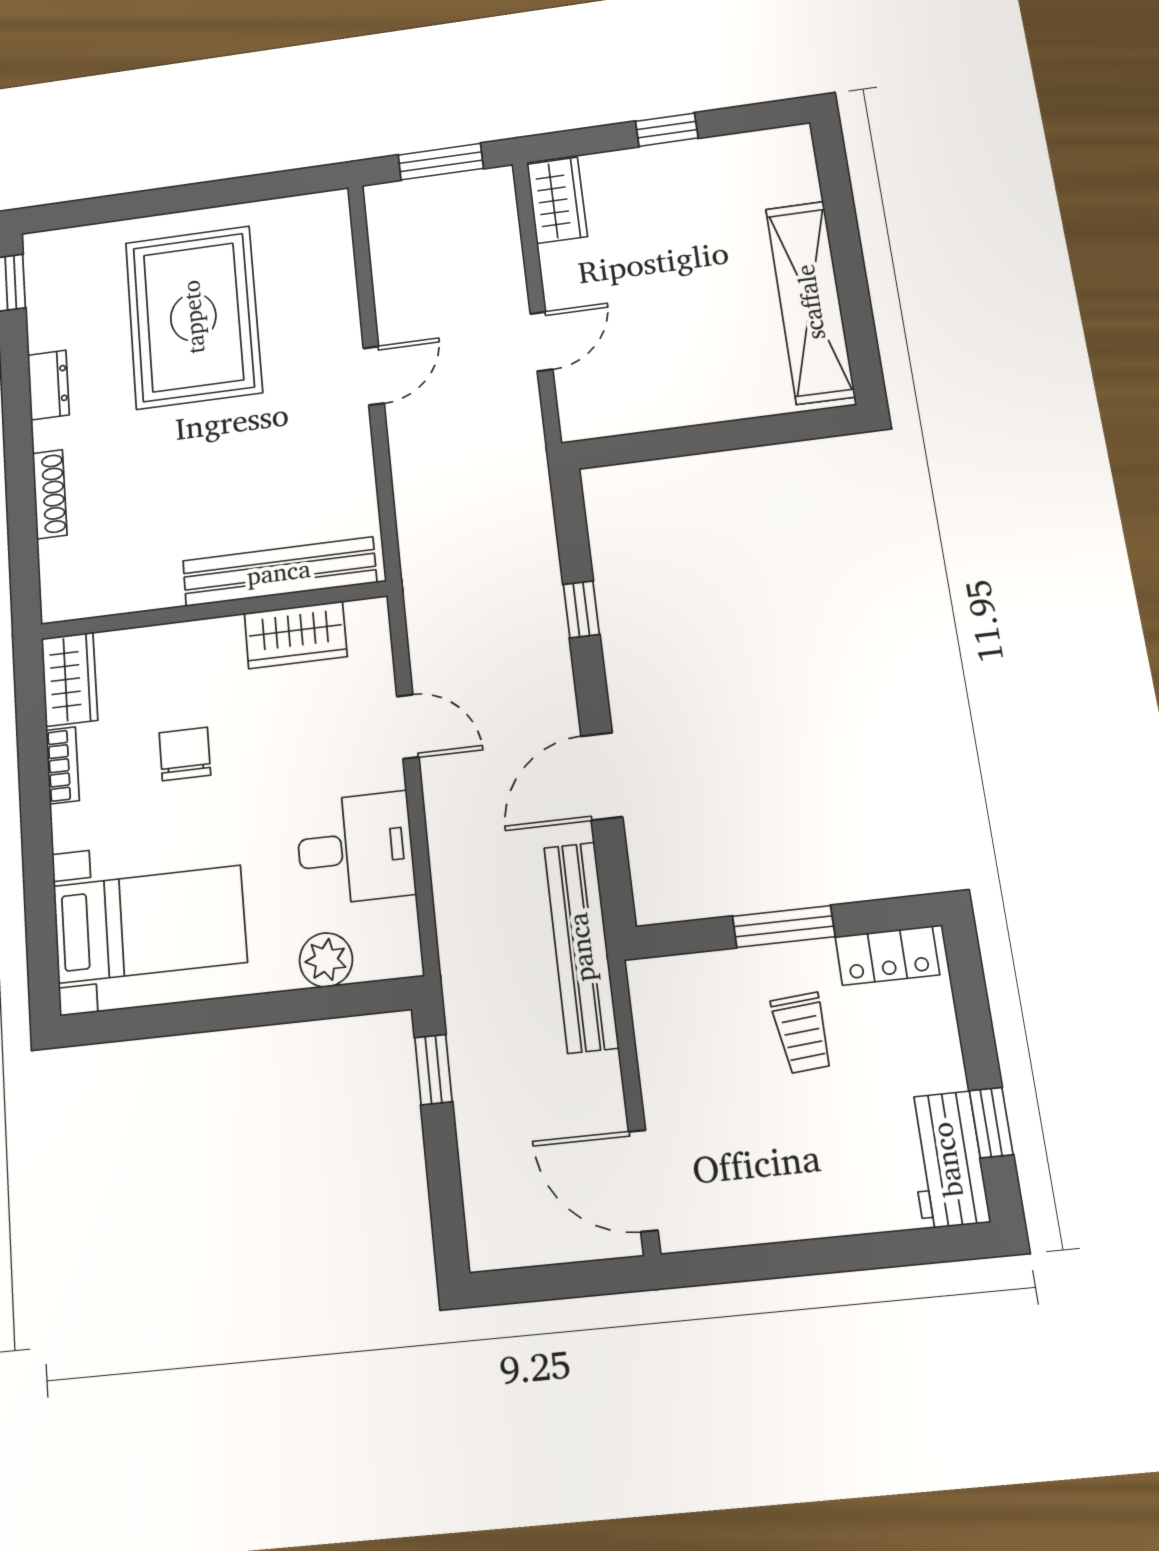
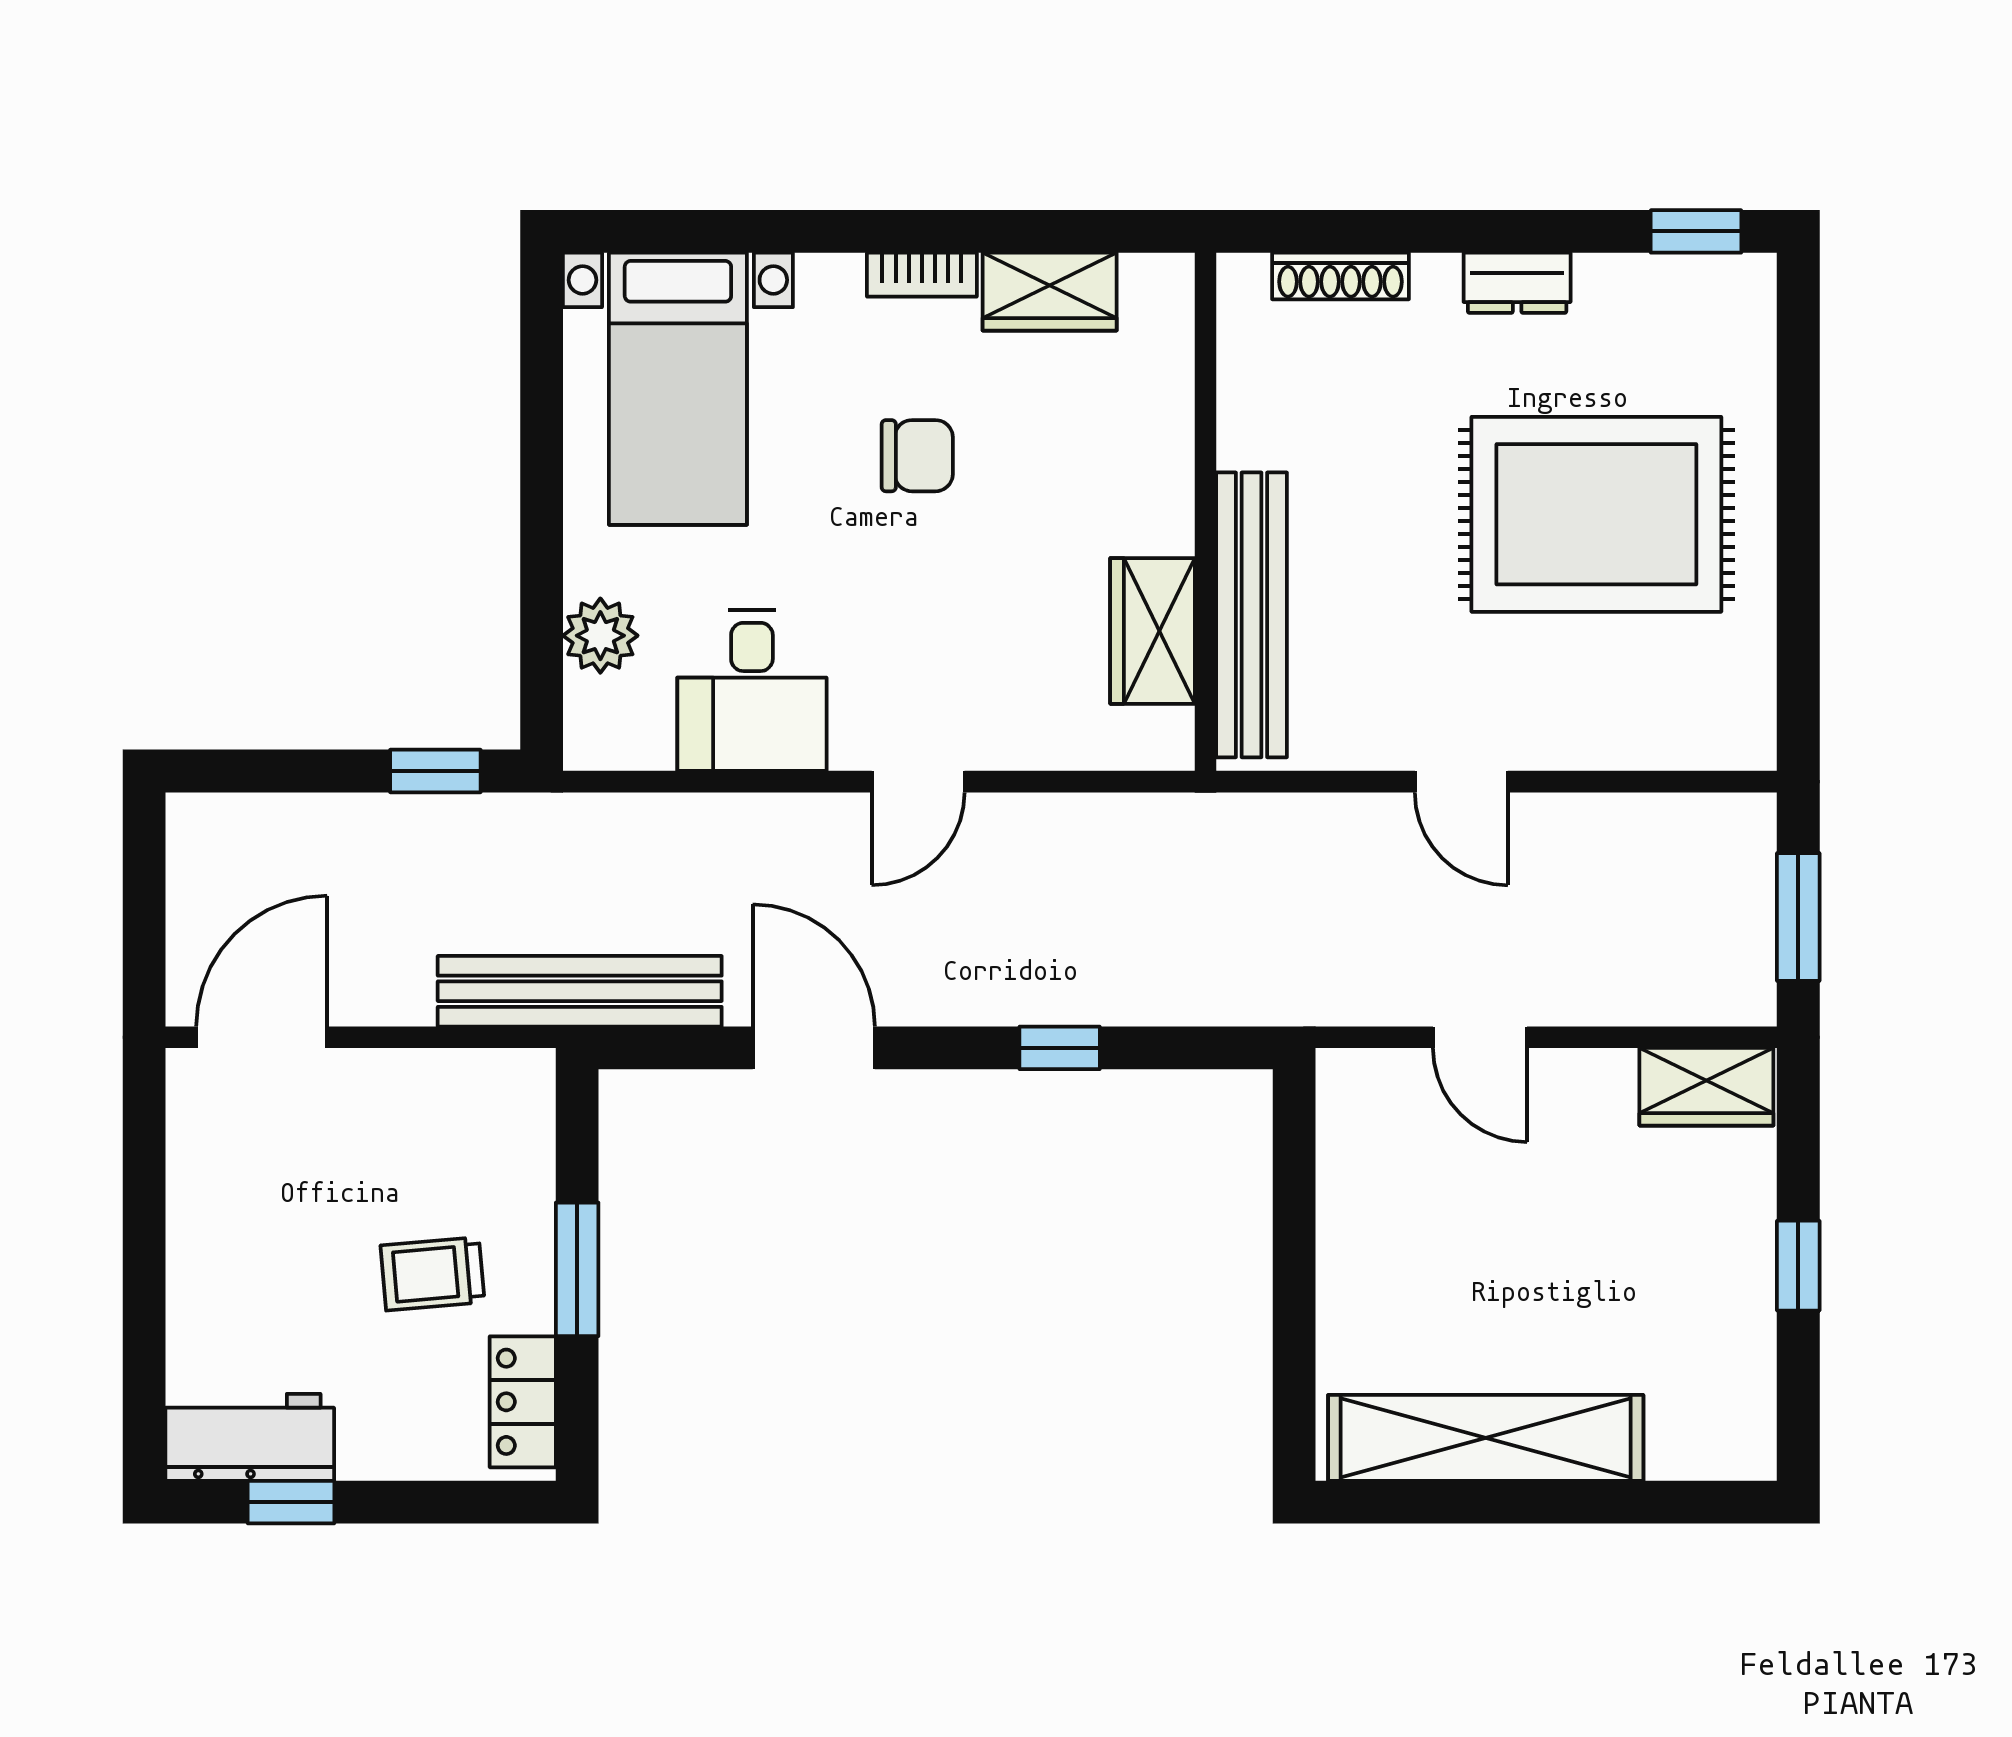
bench: (279, 572) -> (1252, 615), moved
wall: (213, 610) -> (1205, 512), moved
wardrobe: (296, 635) -> (1153, 631), moved

